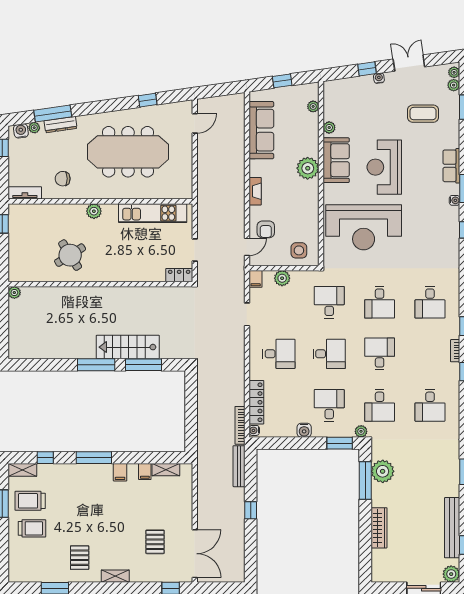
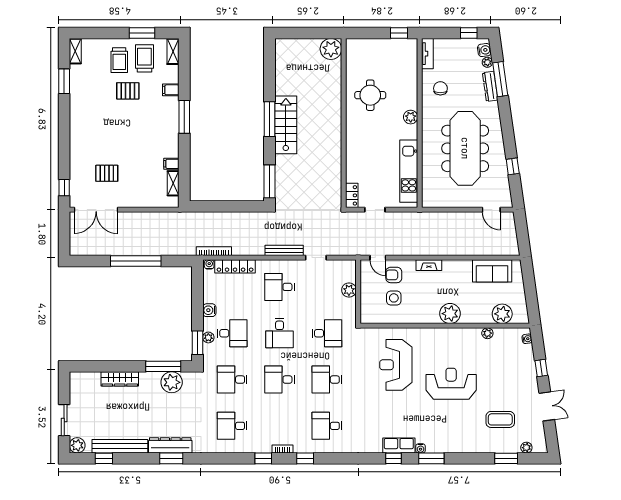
plant: (454, 72) -> (538, 448), removed
water cooler: (379, 78) -> (527, 339), moved
window: (282, 81) -> (530, 290), removed
plant: (313, 106) -> (502, 314), width x1.88, depth x1.88
coffee table: (423, 114) -> (500, 419), turned 90
sofa: (261, 130) -> (492, 271), width x0.73
sofa: (336, 160) -> (457, 340), removed
row of seats: (451, 166) -> (399, 445), moved
reception desk: (364, 227) -> (396, 365), width x0.74, depth x0.77
side table: (299, 250) -> (394, 298), moved
round table: (70, 255) -> (370, 95), turned 32
filing cabinet: (256, 279) -> (348, 266), removed
plant: (14, 293) -> (331, 49), width x1.88, depth x1.88
stairs: (128, 347) -> (286, 125), moved
desk: (279, 354) -> (280, 287), turned 90
desk: (380, 354) -> (280, 380), turned 180
window: (143, 365) -> (270, 181), moved
plant: (361, 431) -> (208, 337), moved
window: (45, 458) -> (184, 72), removed
bench: (239, 466) -> (284, 250), moved
filing cabinet: (120, 472) -> (171, 90), moved
dresser: (451, 473) -> (170, 445), added
window: (251, 510) -> (136, 261), width x3.17
pallet: (80, 558) -> (128, 91), moved
shelving: (115, 576) -> (75, 51), moved

